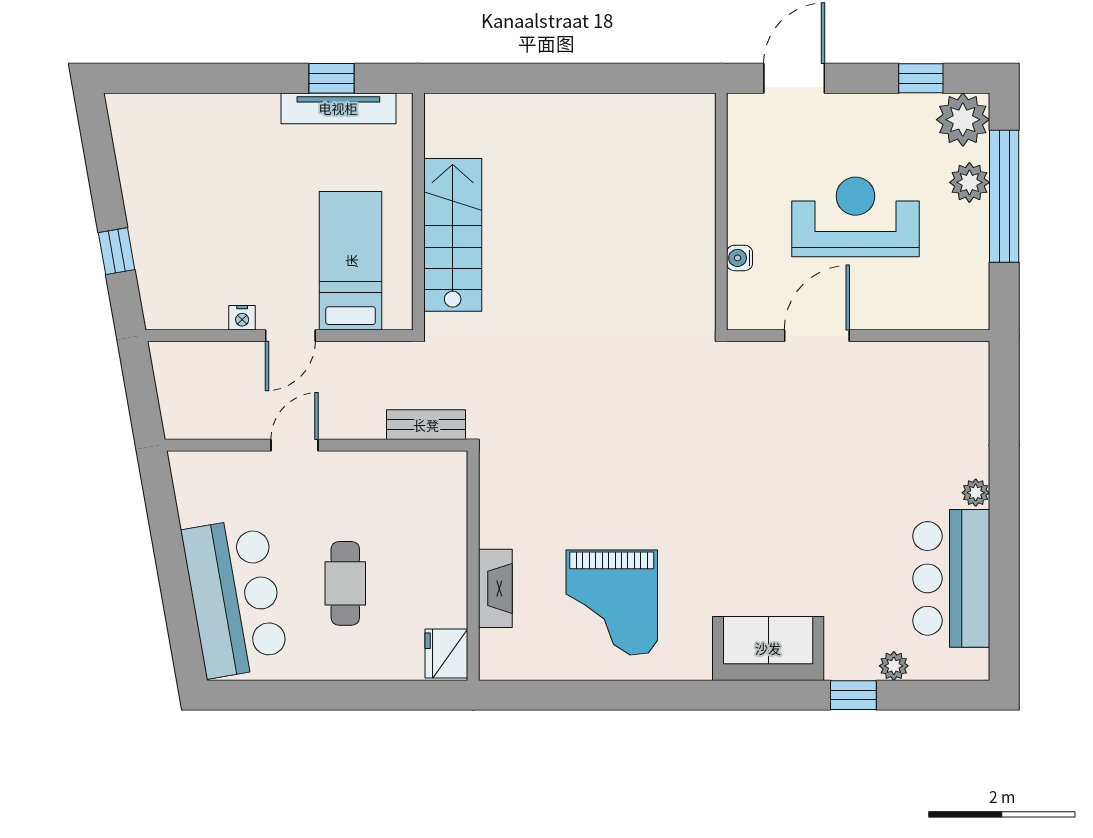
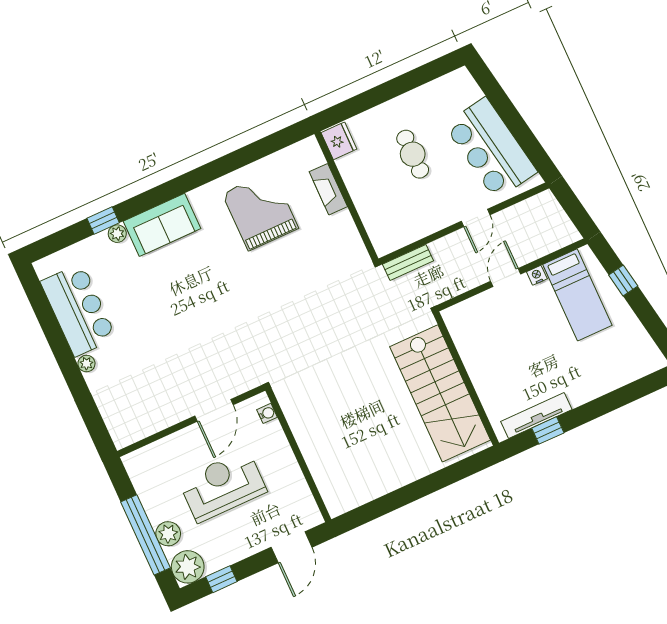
reception desk: (855, 217) -> (223, 486), turned 180
stairs: (453, 235) -> (440, 393), width x1.36, depth x1.51
water cooler: (740, 258) -> (267, 413), moved
bed: (351, 261) -> (577, 295), moved
bar counter: (235, 597) -> (491, 148), moved
plant: (894, 666) -> (117, 234), moved

